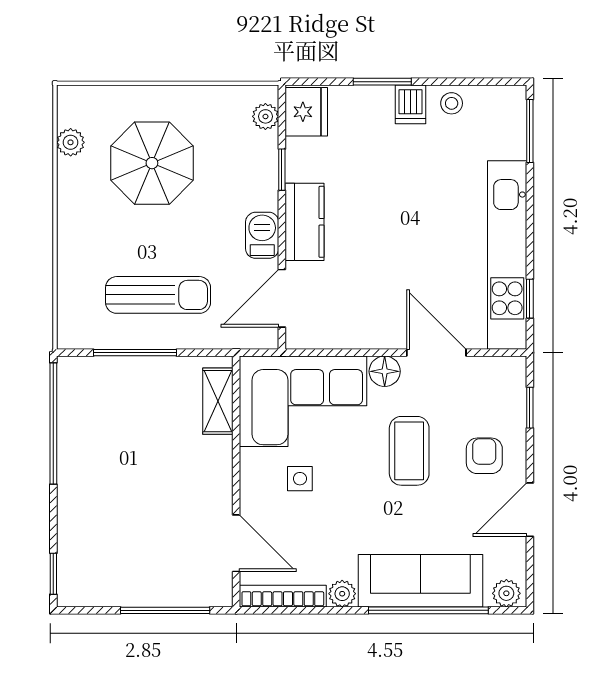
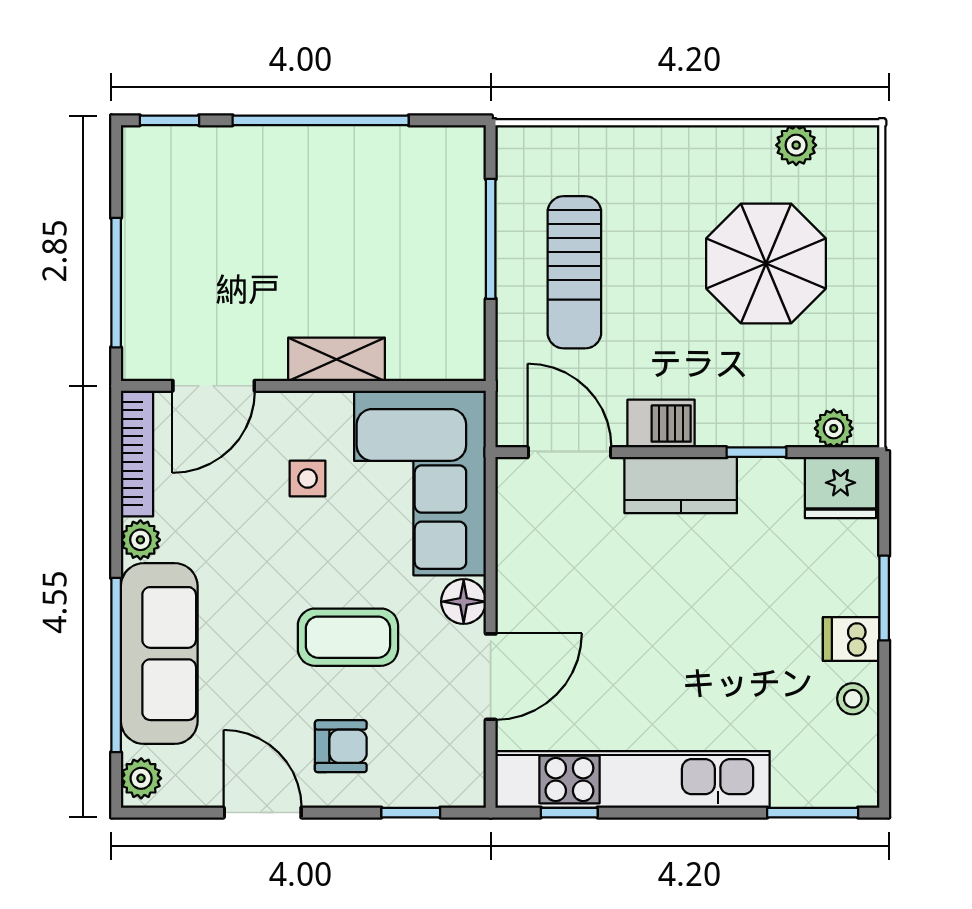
shelving: (218, 401) -> (336, 359), moved
window: (53, 424) -> (321, 120), moved

